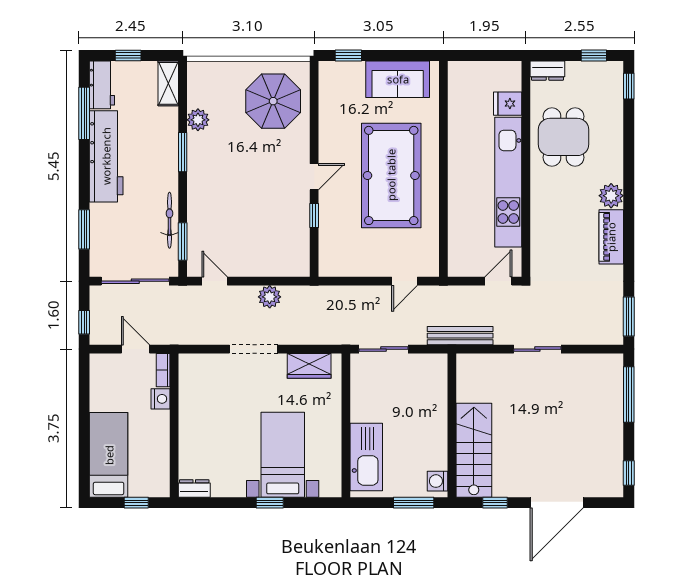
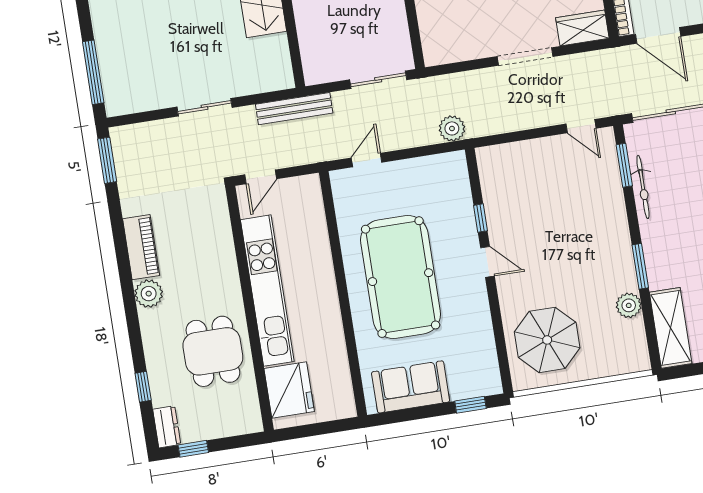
dresser: (547, 71) -> (167, 427), moved, turned 90
shelving: (168, 83) -> (671, 328), width x1.50, depth x1.33
window: (629, 86) -> (143, 387), moved
fridge: (508, 104) -> (289, 390), width x1.88, depth x1.34
door: (314, 177) -> (487, 262), swing flipped
plant: (270, 297) -> (452, 128), moved
door: (136, 349) -> (658, 35), width x1.38
wardrobe: (309, 366) -> (582, 28), moved

